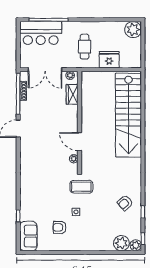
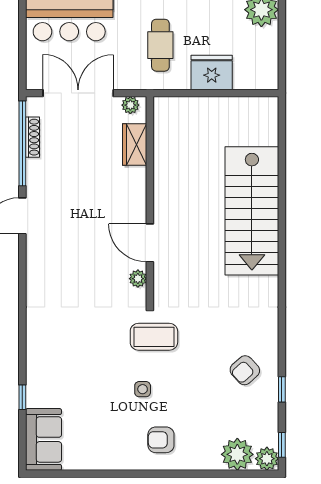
double door: (45, 70) -> (78, 93), swing flipped
stairs: (128, 115) -> (252, 211), width x0.73
armchair: (60, 227) -> (161, 440), moved

